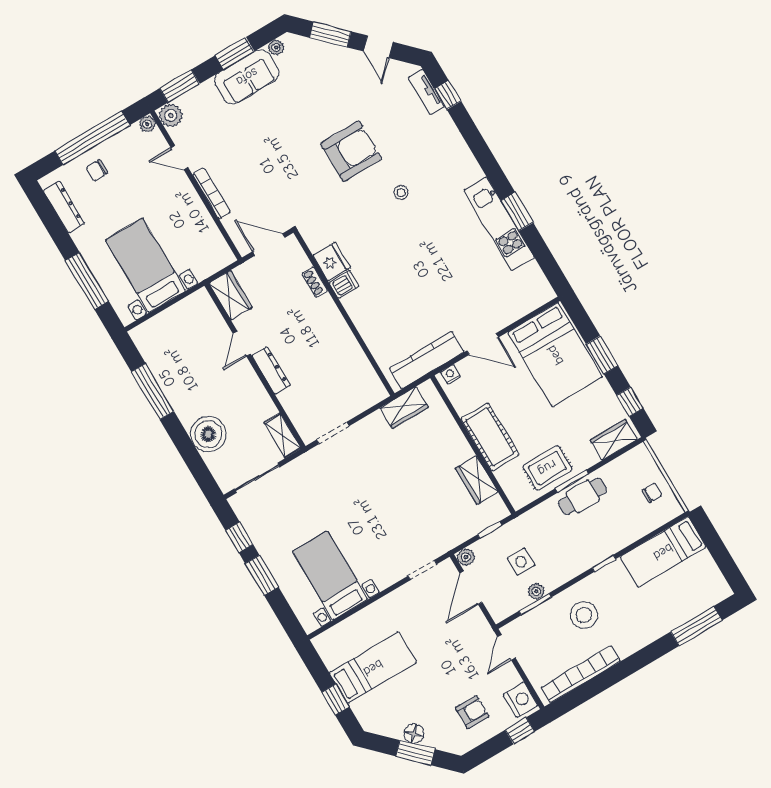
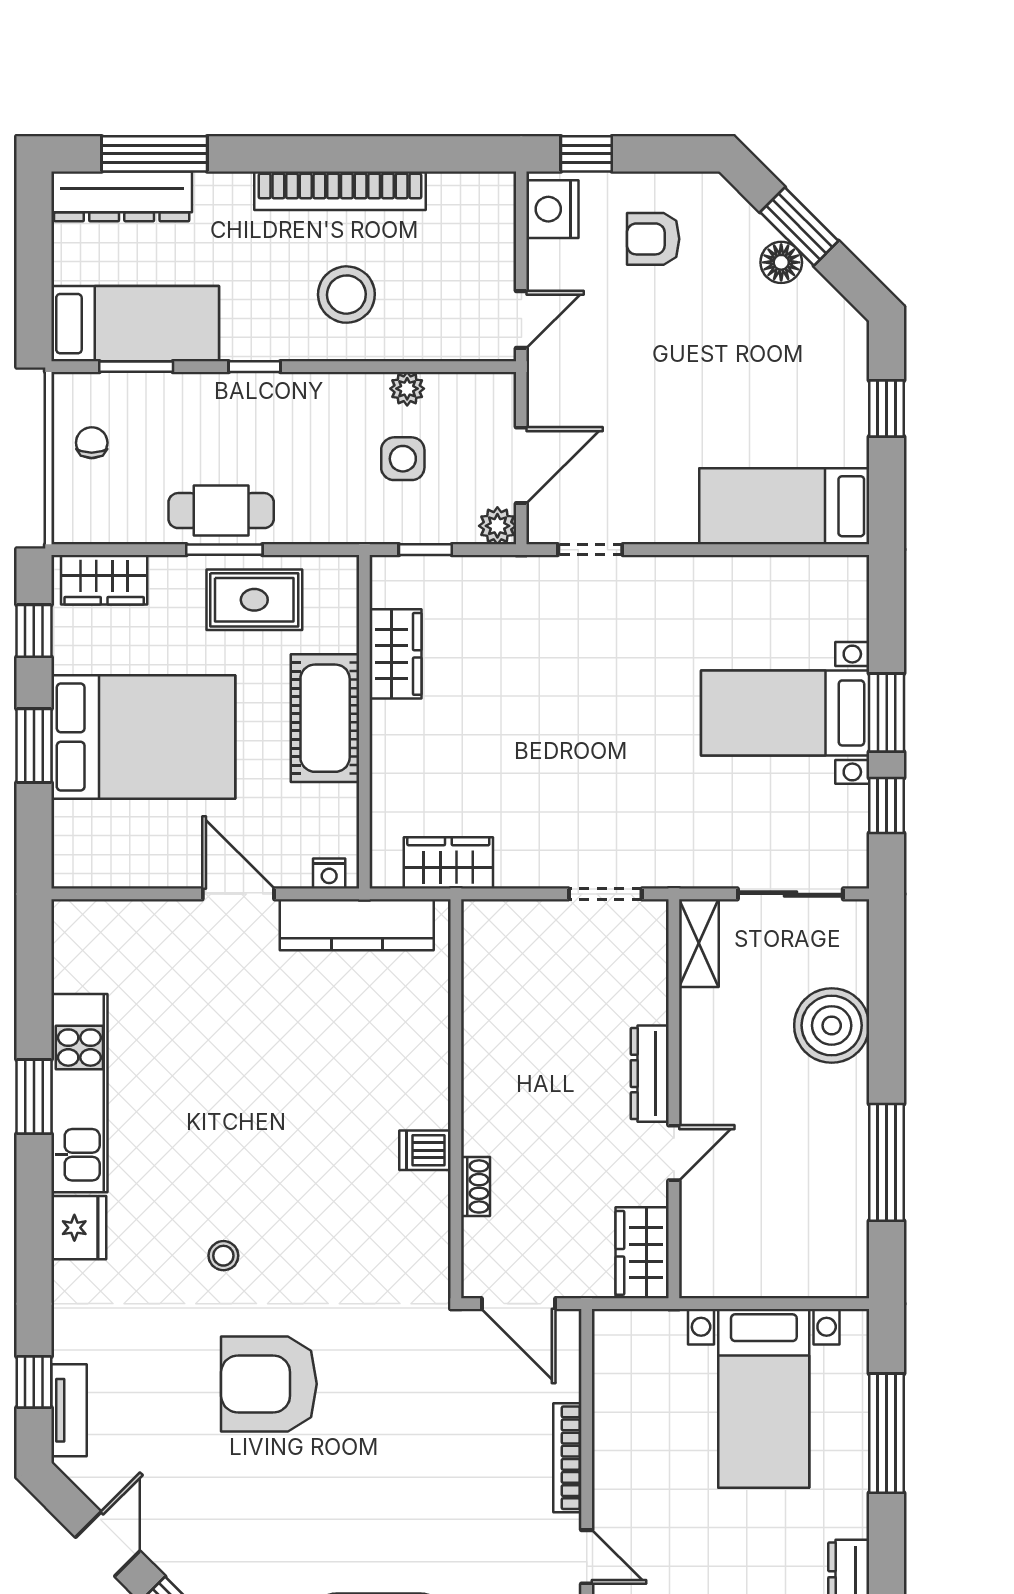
fridge: (331, 262) -> (79, 1228), moved, turned 180
bed: (555, 355) -> (143, 737), moved, turned 90
chair: (652, 493) -> (92, 443), turned 90
bed with nightstands: (330, 575) -> (785, 713), moved, turned 90
dresser: (699, 601) -> (122, 196), added
window: (535, 604) -> (136, 367), moved
bed: (373, 668) -> (784, 506), moved
bookcase: (581, 674) -> (340, 191), moved

